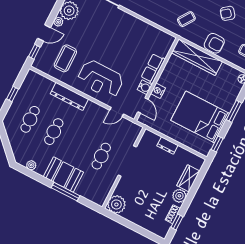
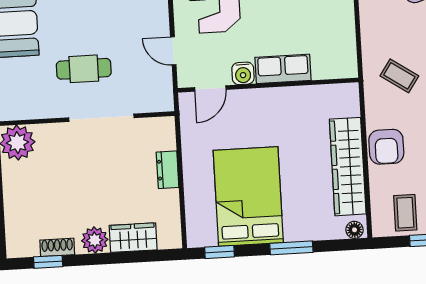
wardrobe: (197, 57) -> (348, 167), moved
nightstand: (158, 91) -> (250, 99), removed

